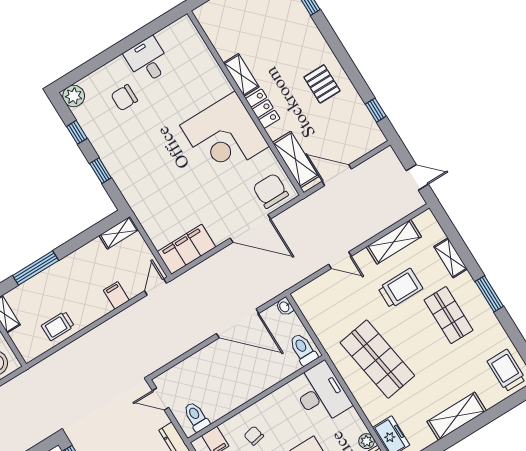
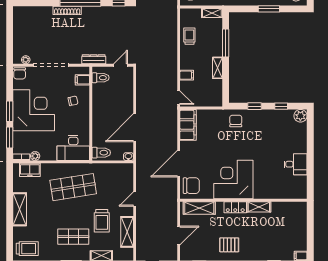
chair: (124, 98) -> (236, 121), moved
door: (337, 175) -> (179, 235), moved
shelving: (119, 233) -> (217, 68), moved

